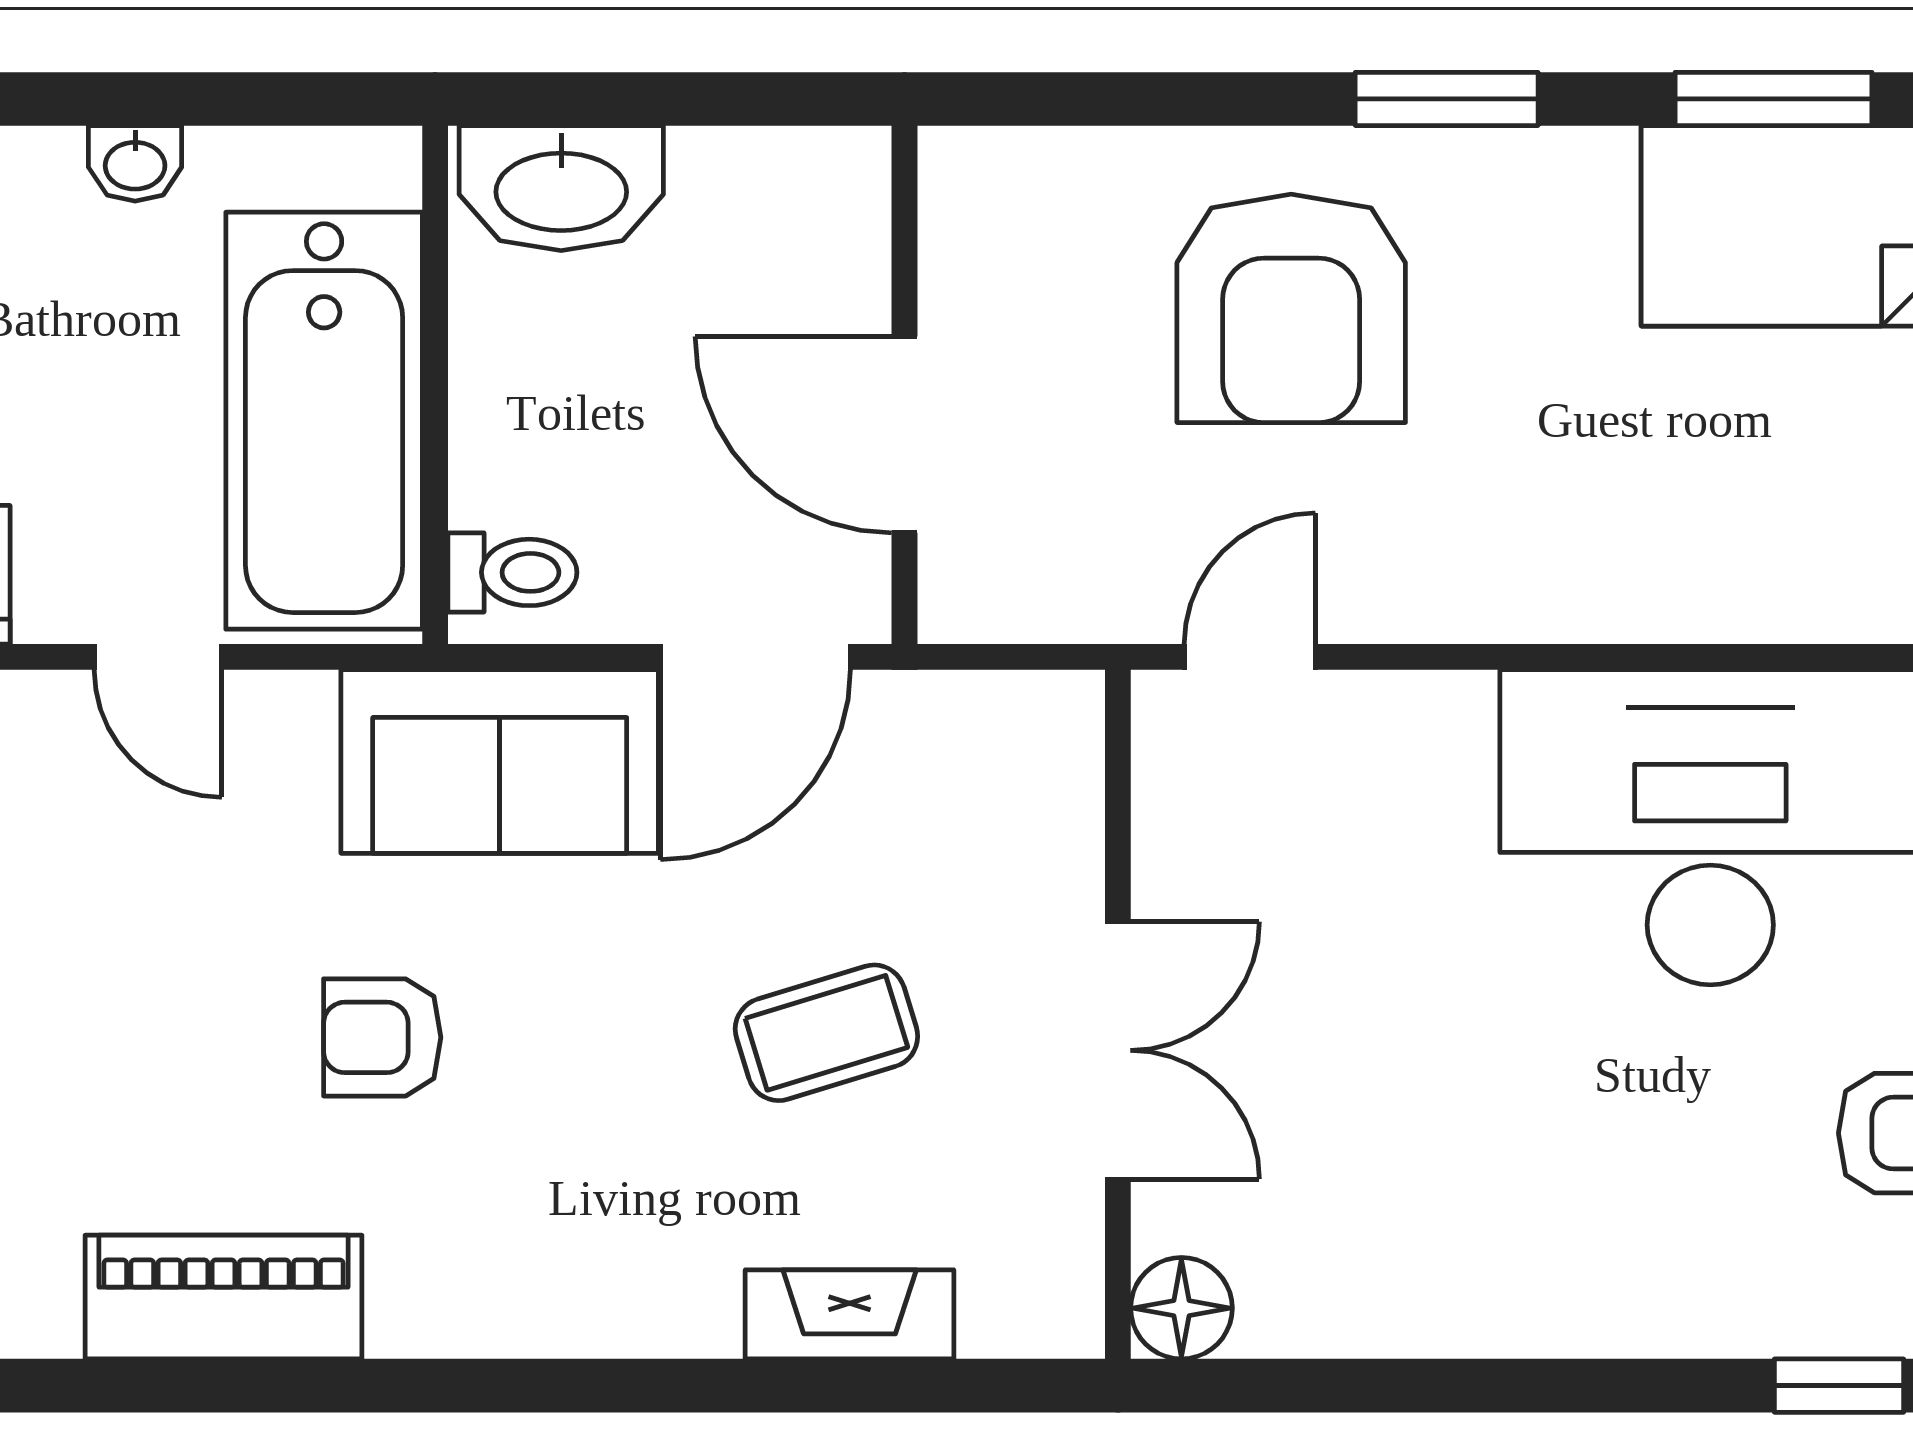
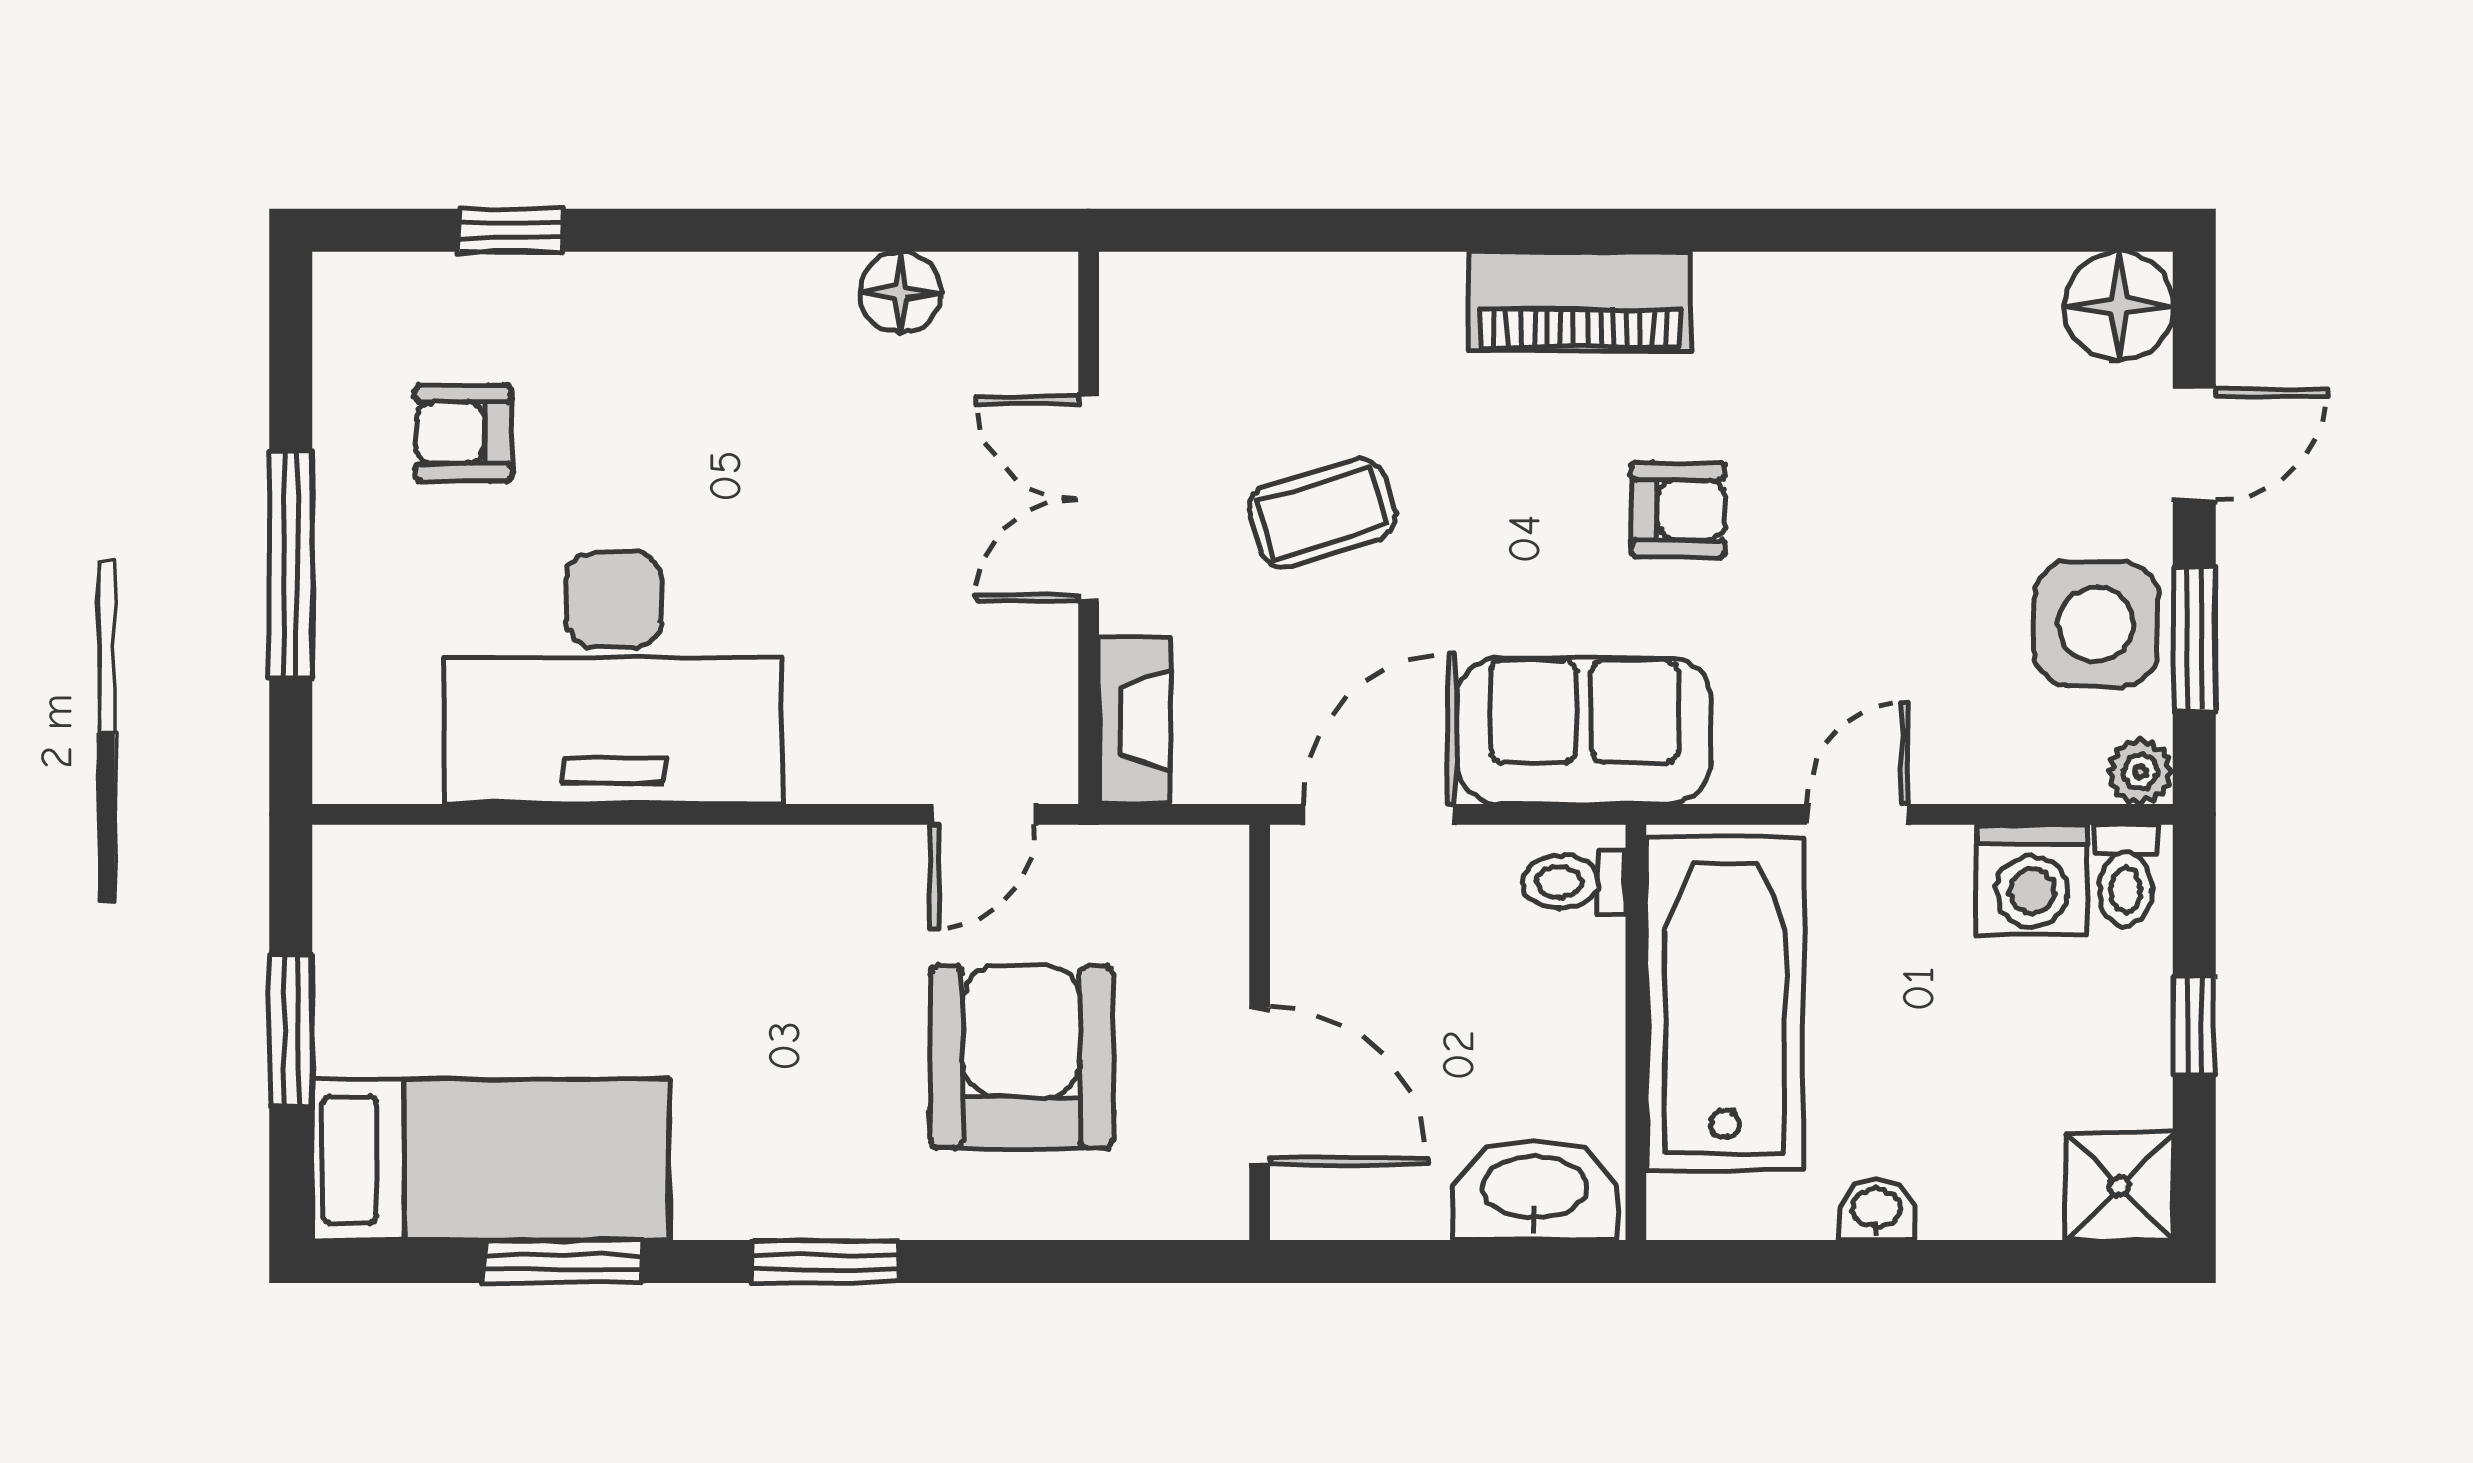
armchair: (1291, 308) -> (1022, 1057), moved
door: (905, 435) -> (1260, 1086), moved
door: (158, 657) -> (1858, 814), hinge flipped
piano: (224, 1297) -> (1580, 301), moved
floor lamp: (1181, 1308) -> (900, 292), moved
fireplace: (850, 1314) -> (1135, 721), moved, turned -90

